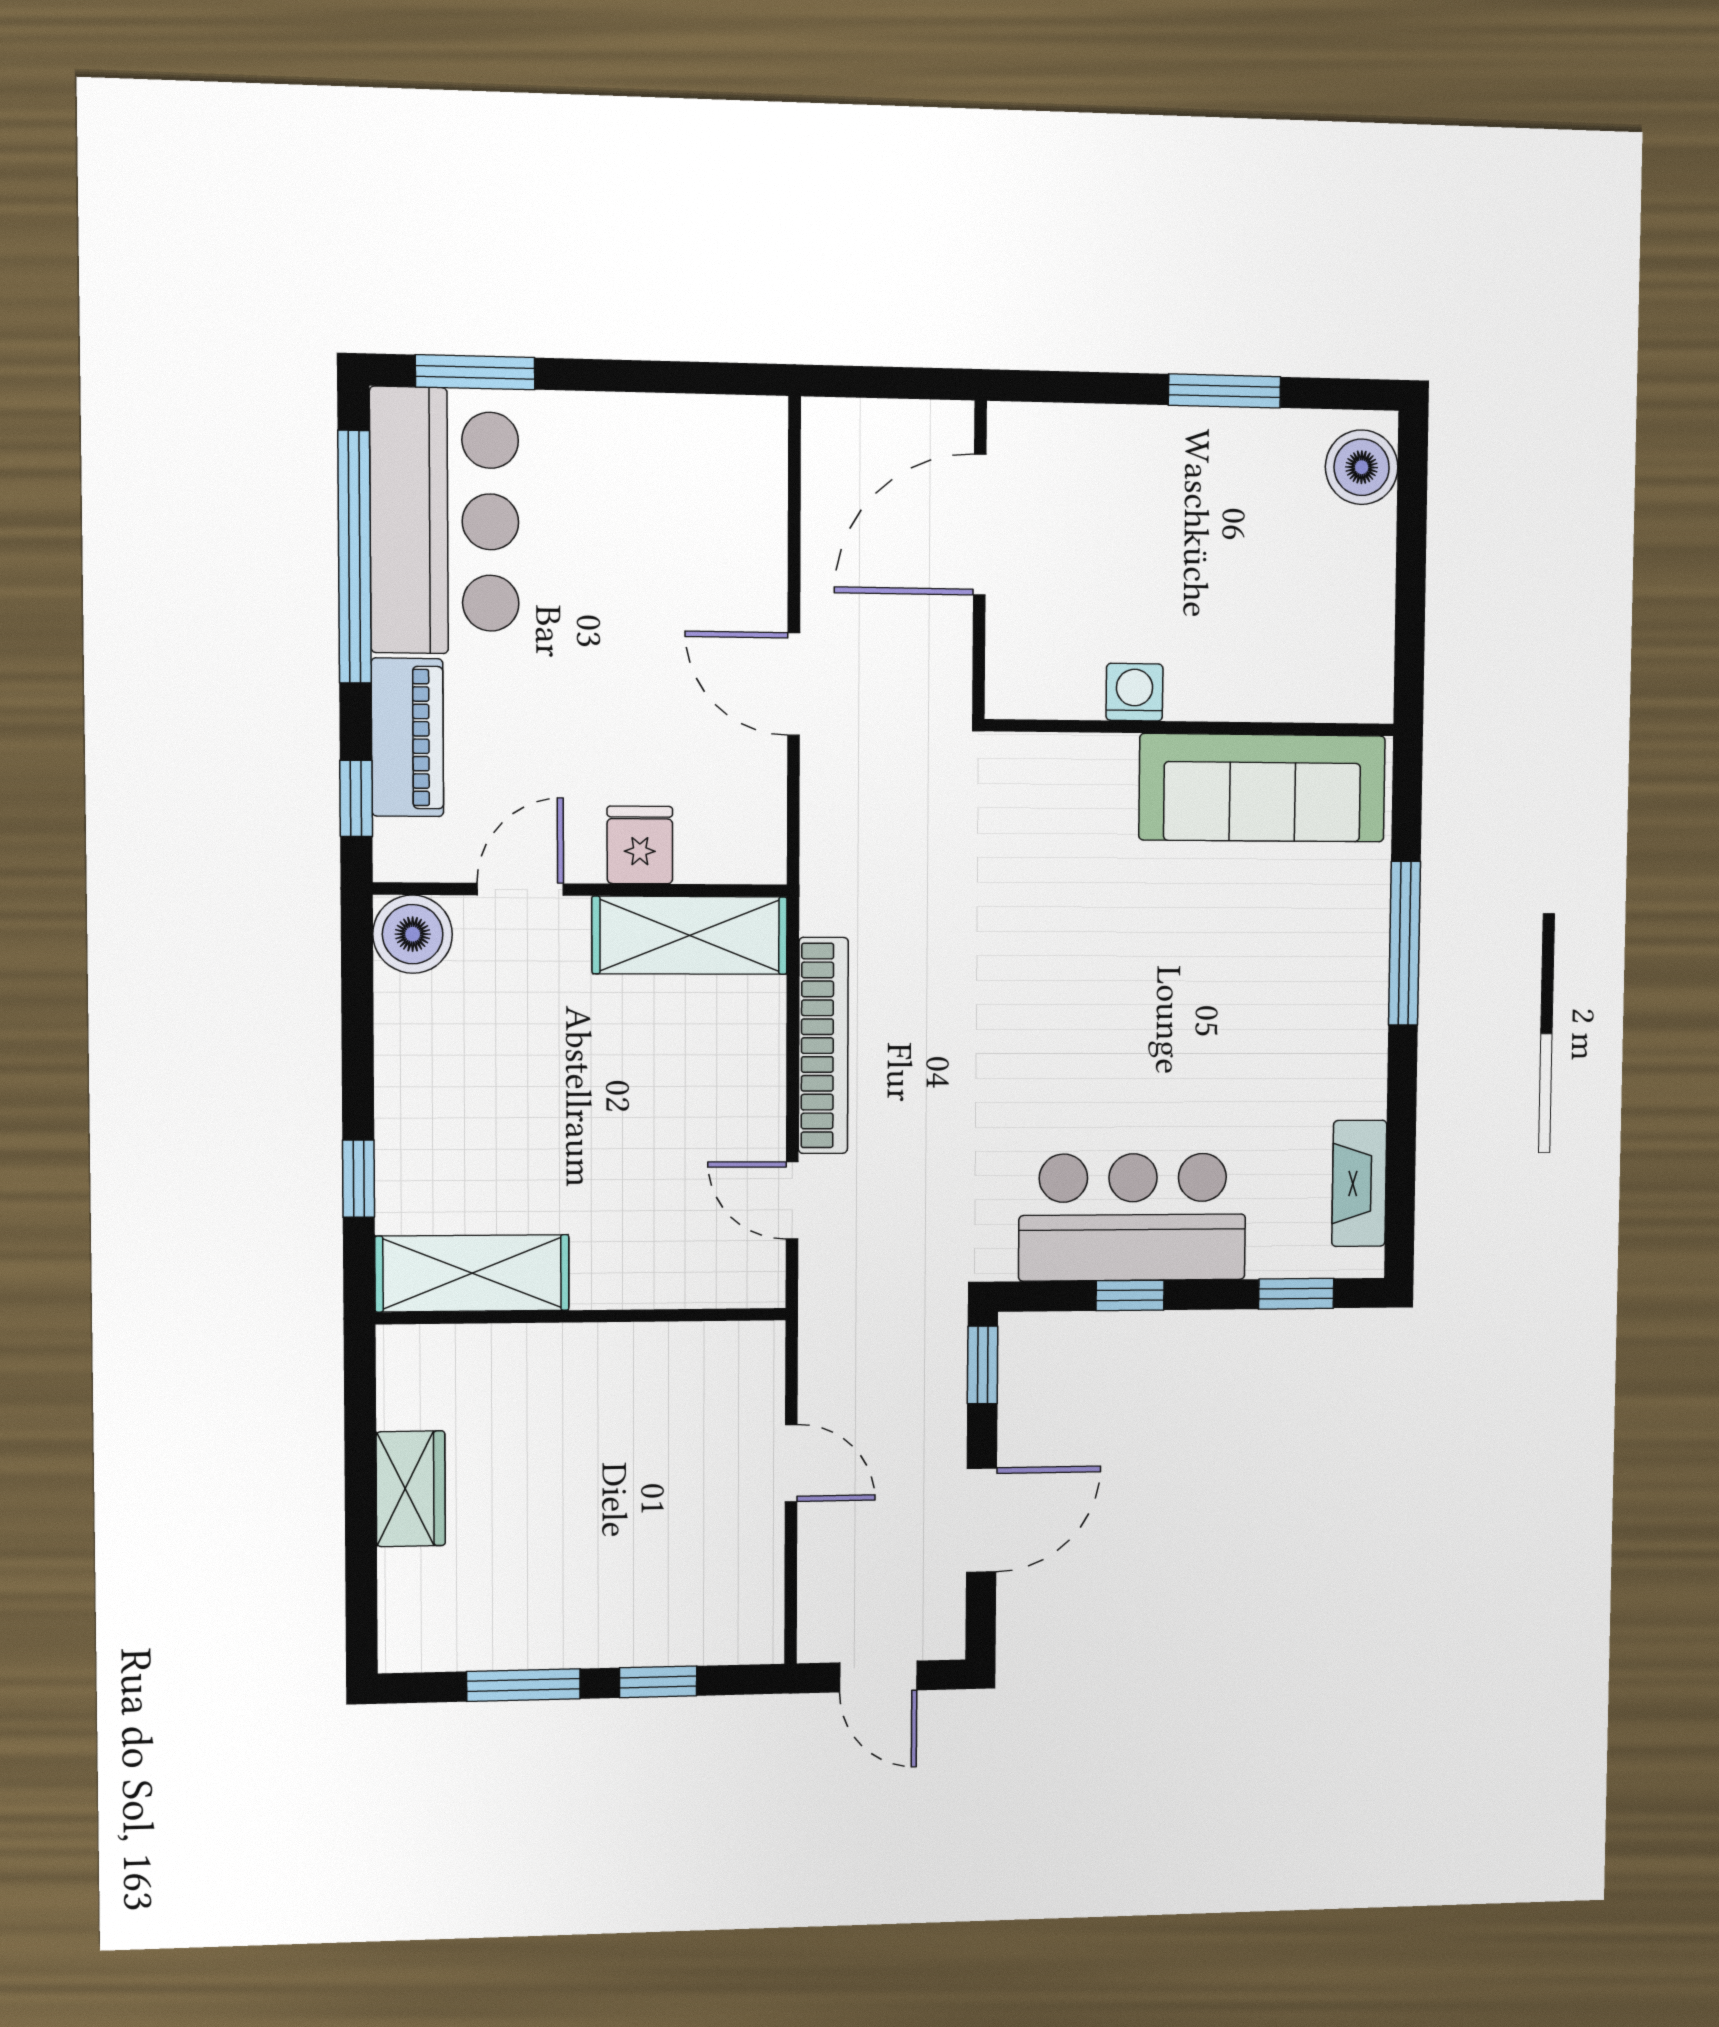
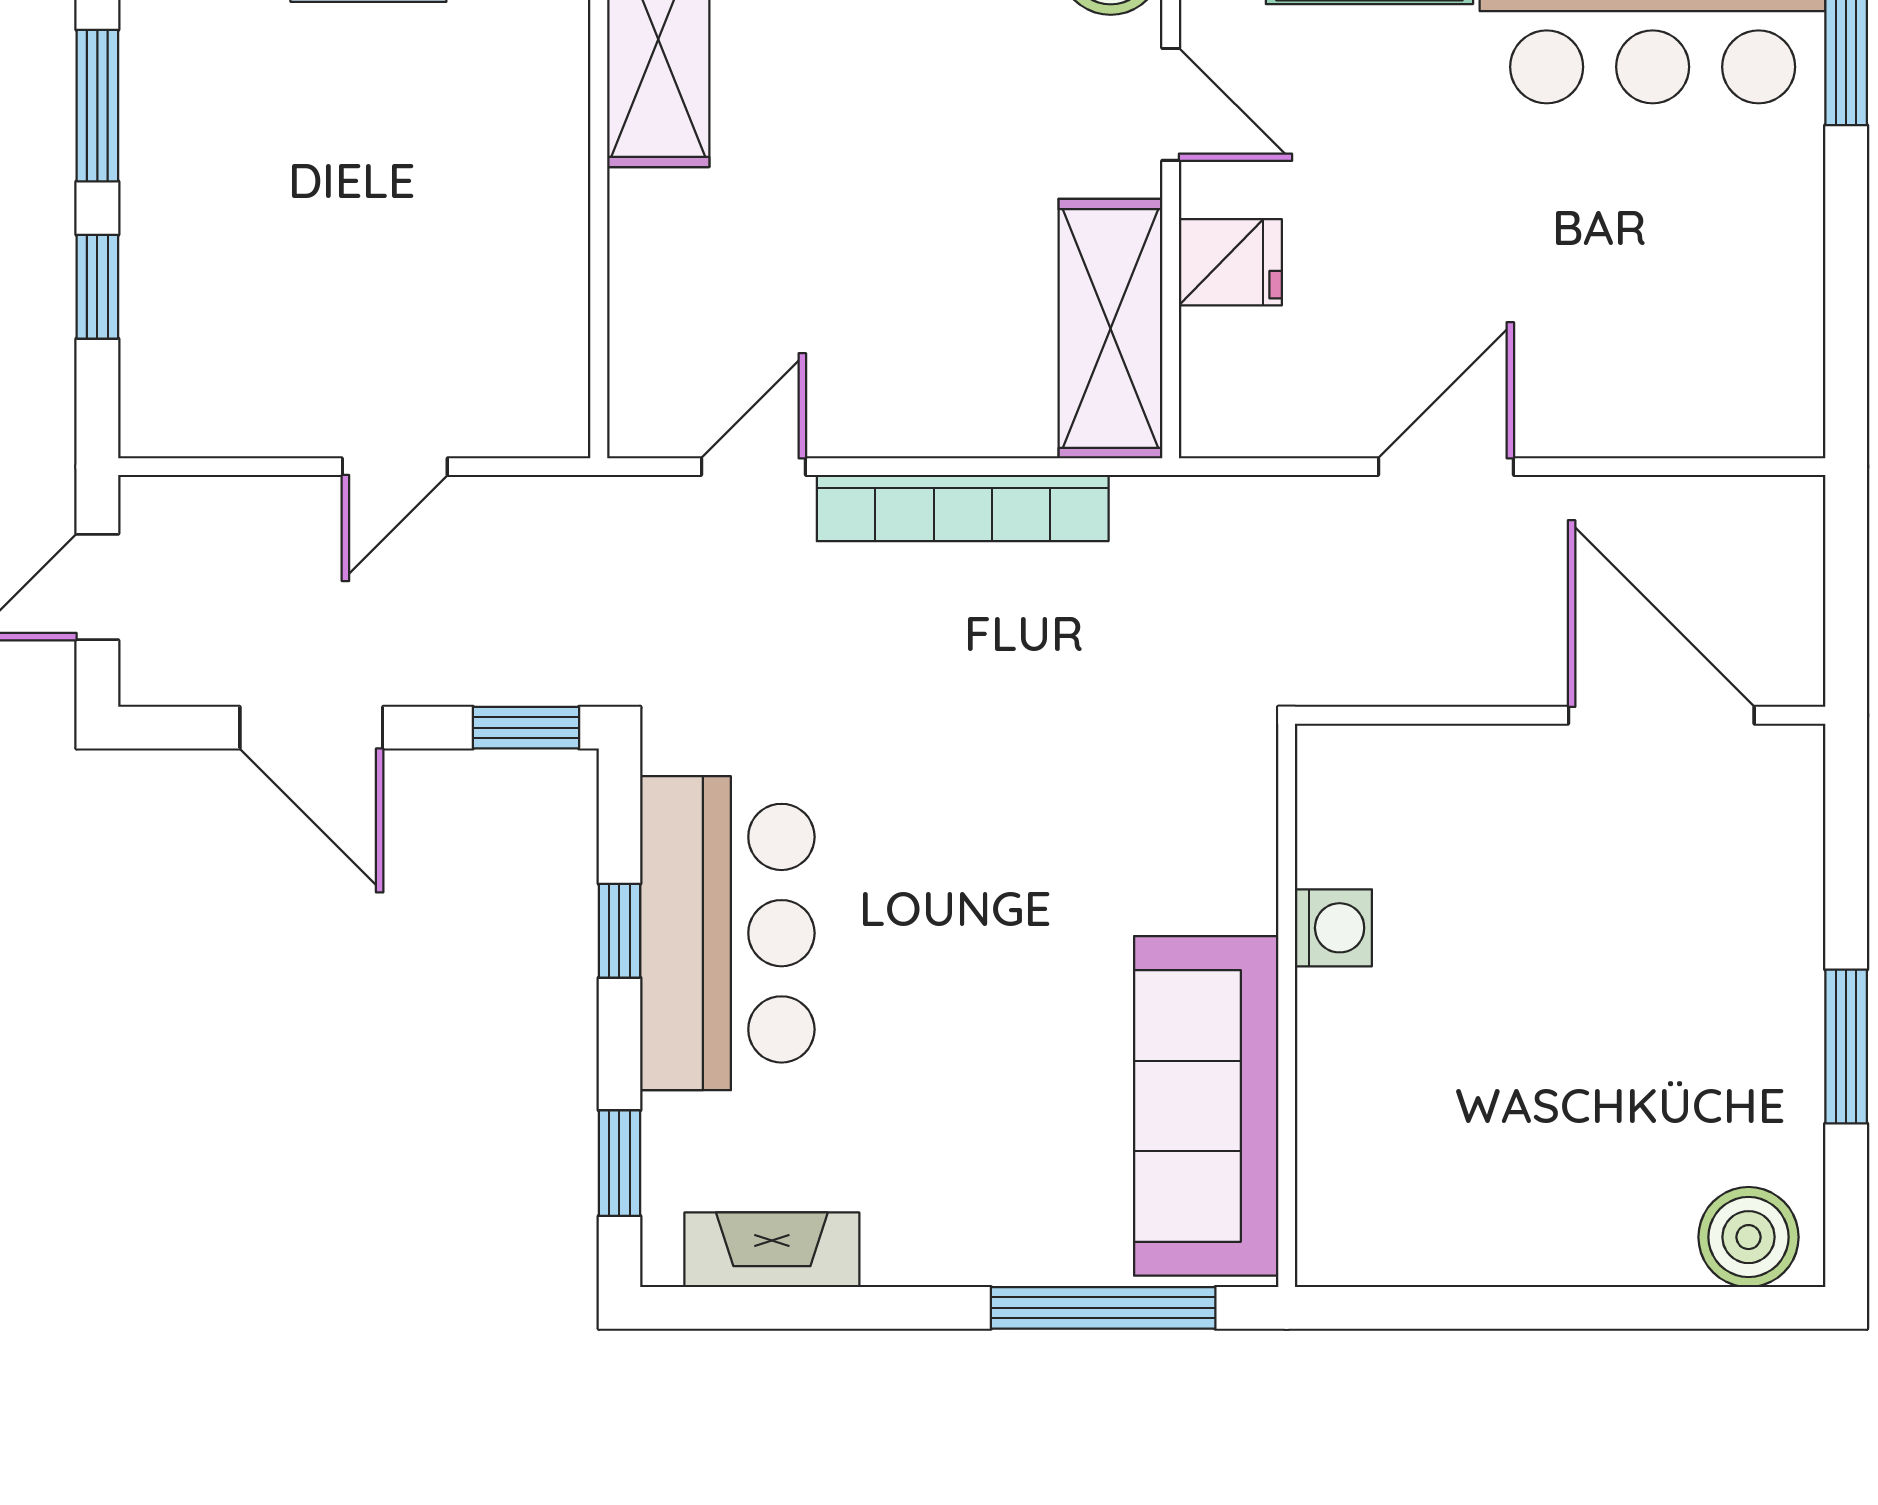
washing machine: (1134, 692) -> (1333, 928), moved
wall: (1190, 728) -> (1287, 1005), moved
sofa: (1262, 788) -> (1206, 1106), moved

